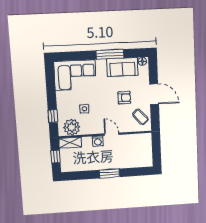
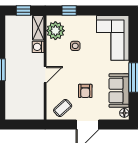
washing machine: (98, 141) -> (38, 47), moved

